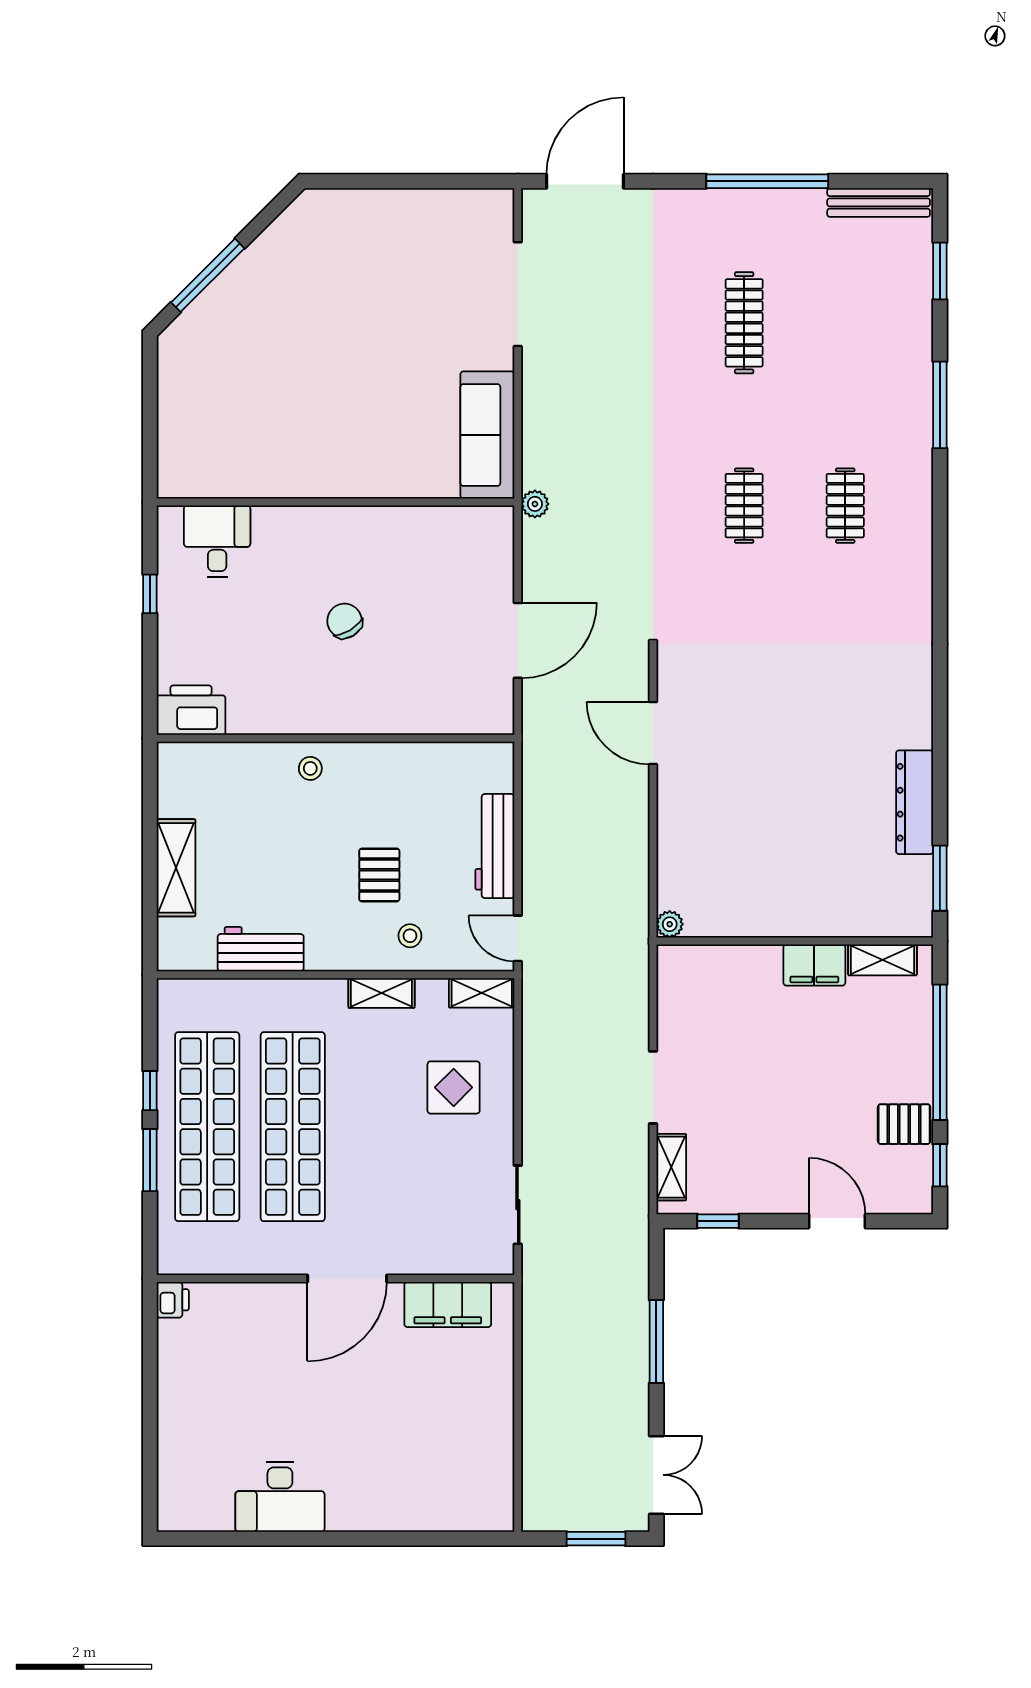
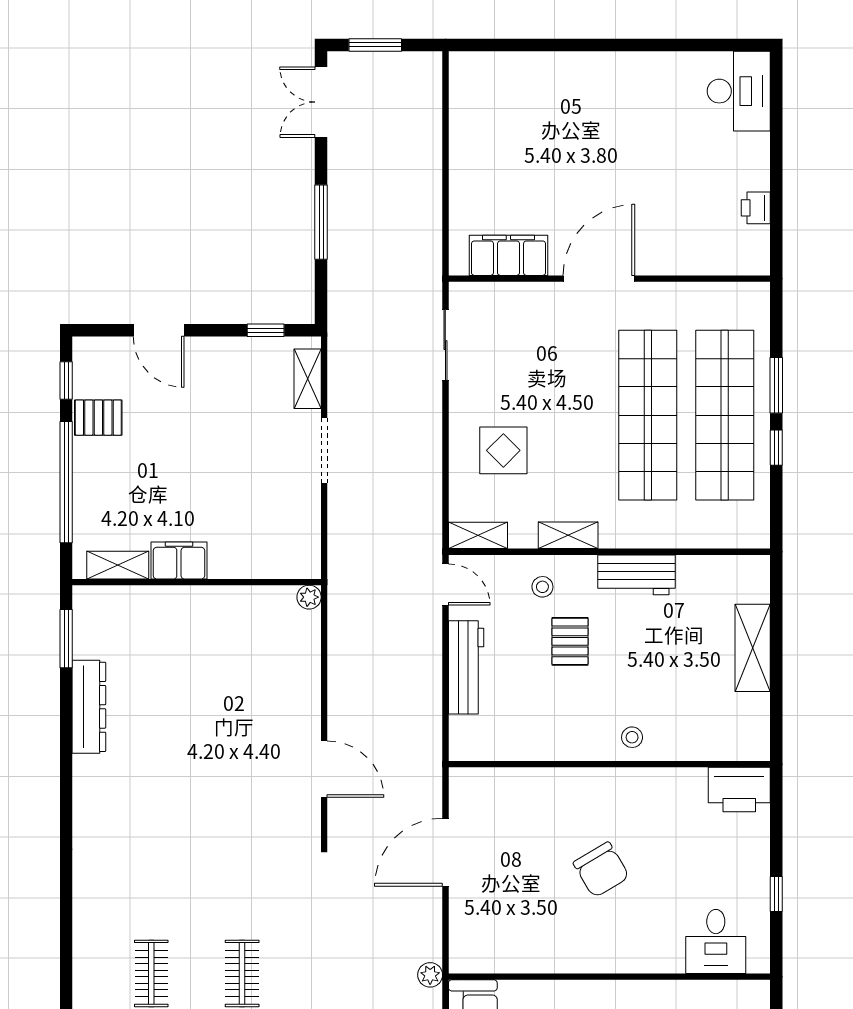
chair: (345, 621) -> (601, 870), width x1.37, depth x1.37
workbench: (261, 949) -> (636, 575), moved
printer: (173, 1300) -> (756, 208), moved
desk: (280, 1497) -> (739, 91), moved, turned 90

